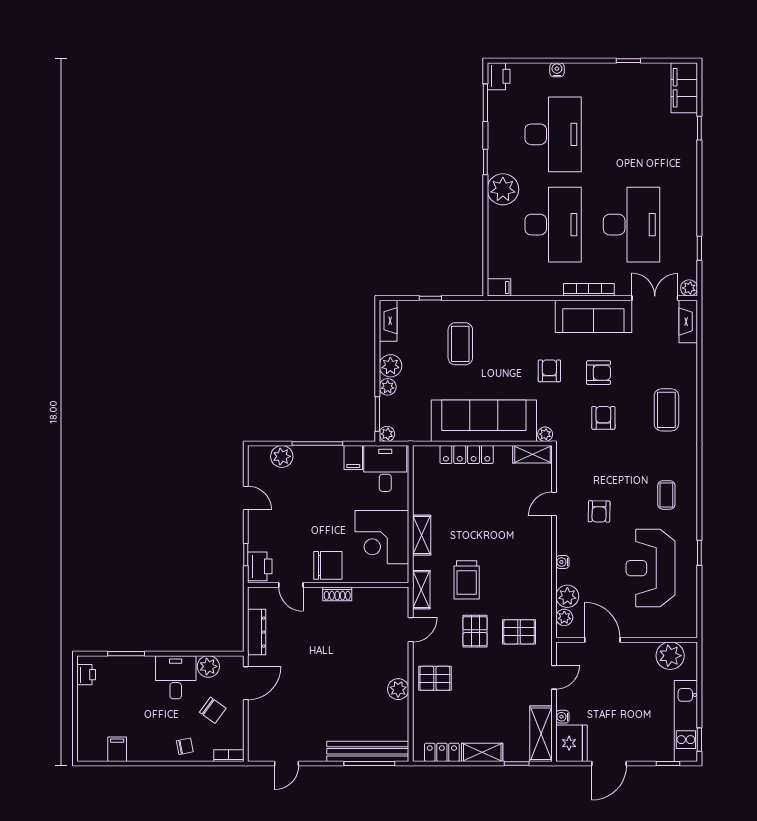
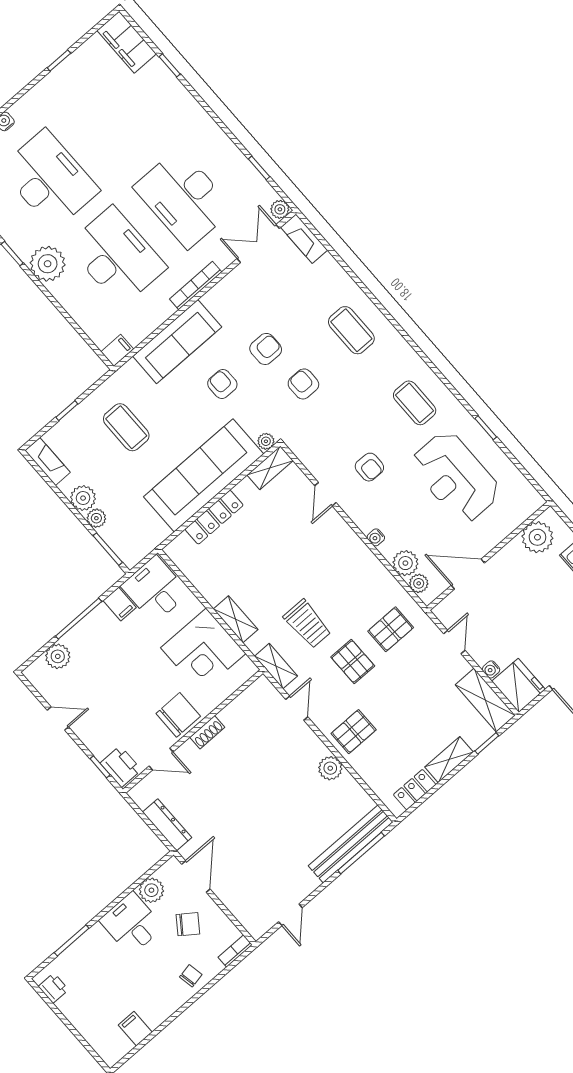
desk: (631, 225) -> (184, 198), turned 180
sofa: (593, 316) -> (177, 342), moved
plant: (387, 434) -> (131, 559), removed
coffee table: (666, 495) -> (415, 403), width x1.36, depth x1.30

